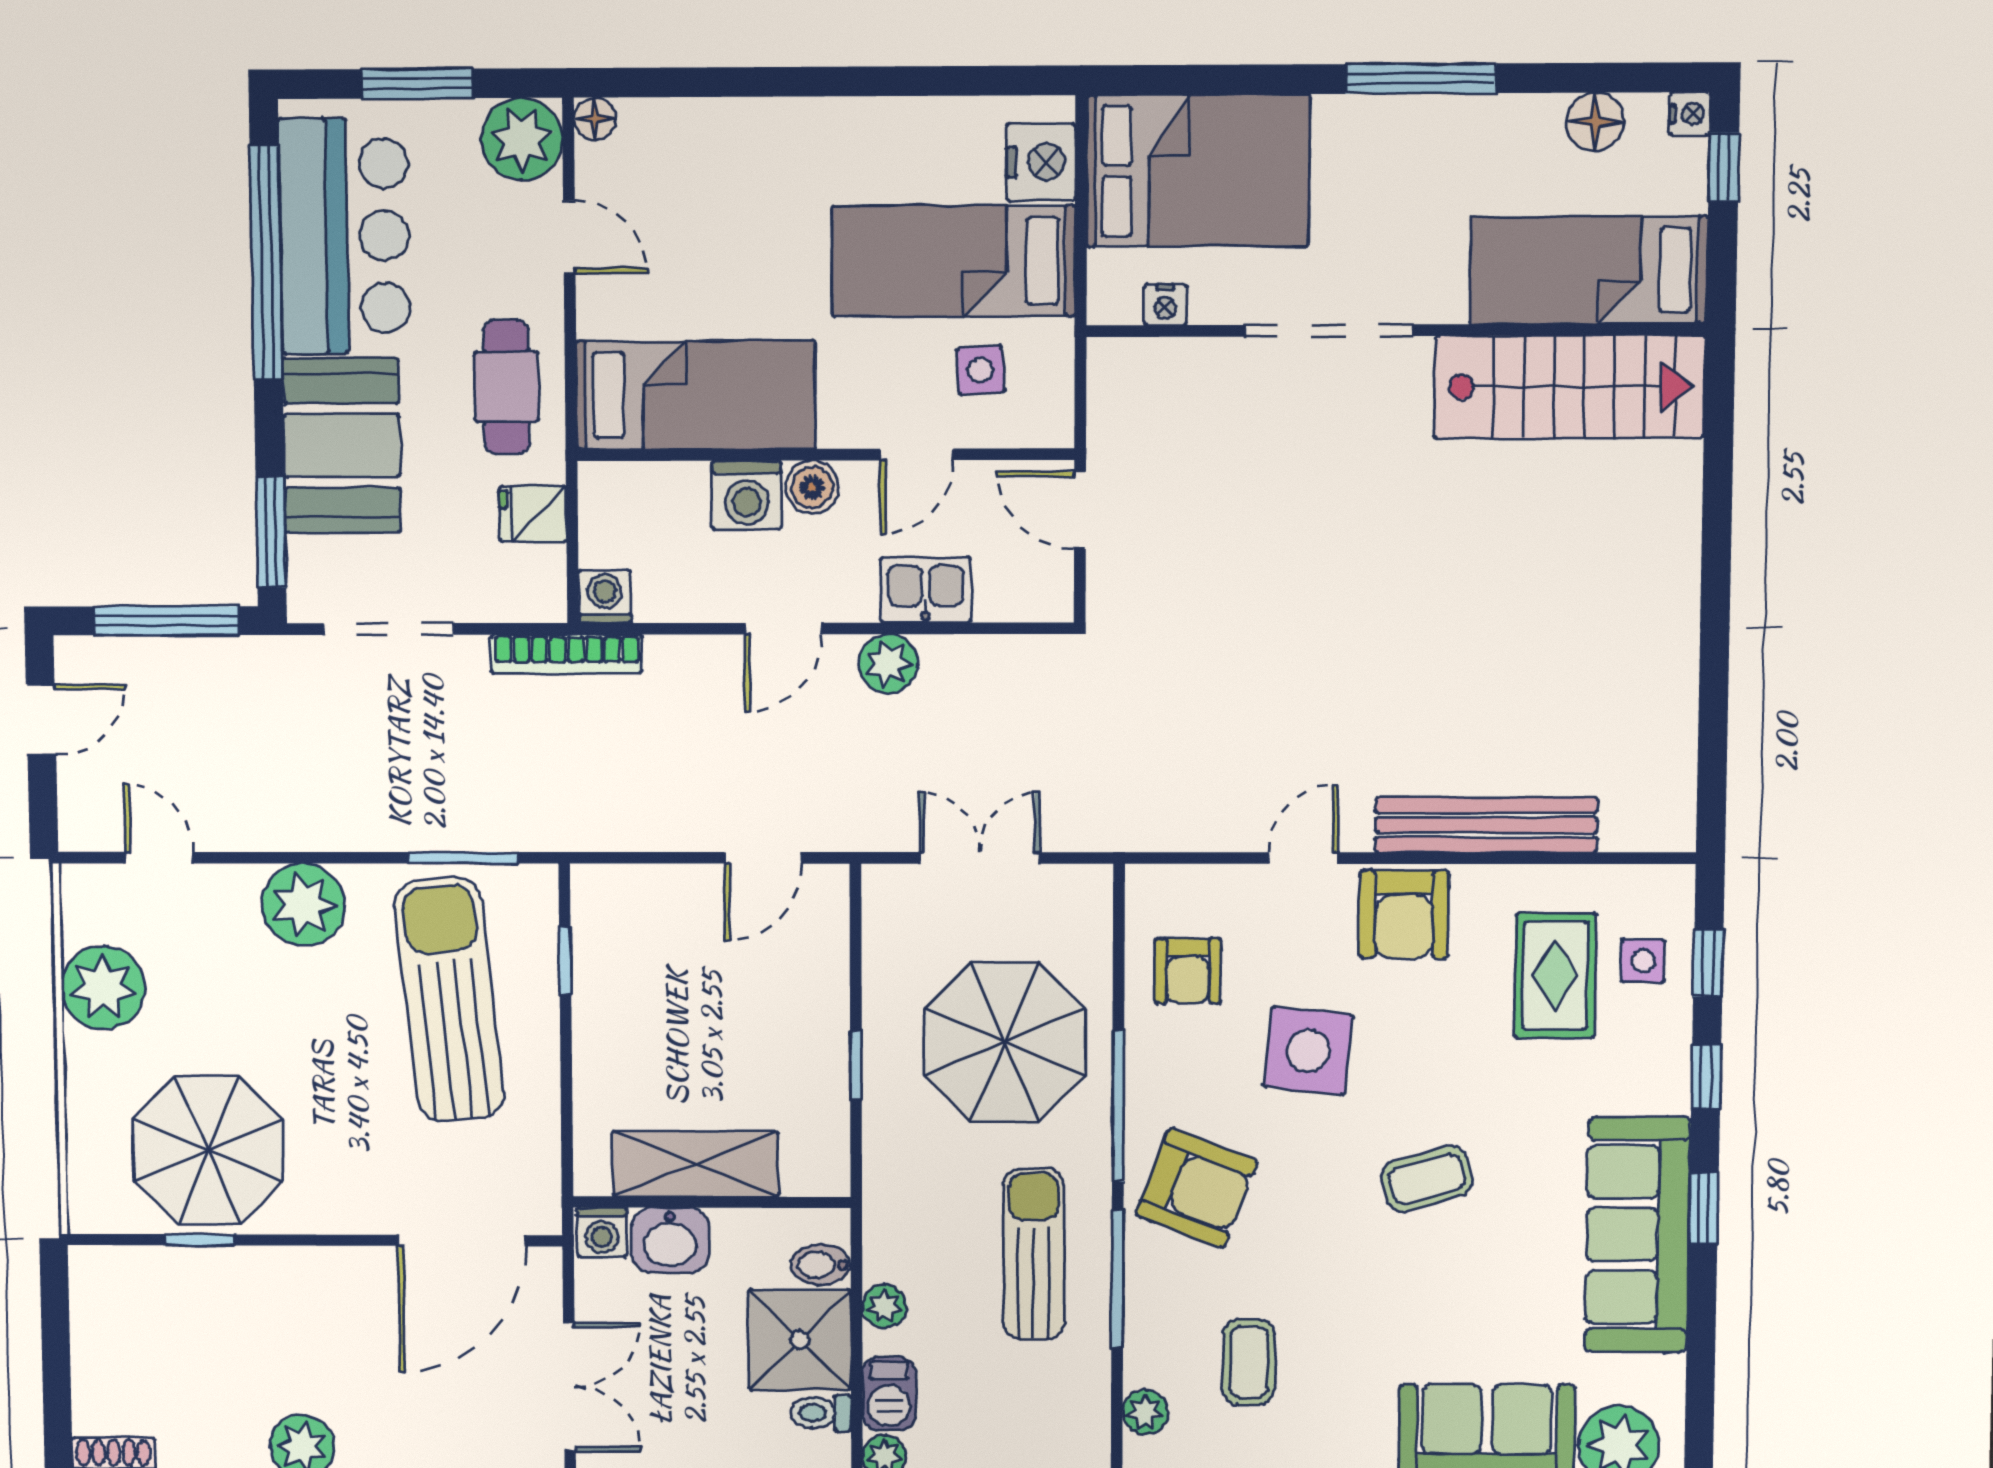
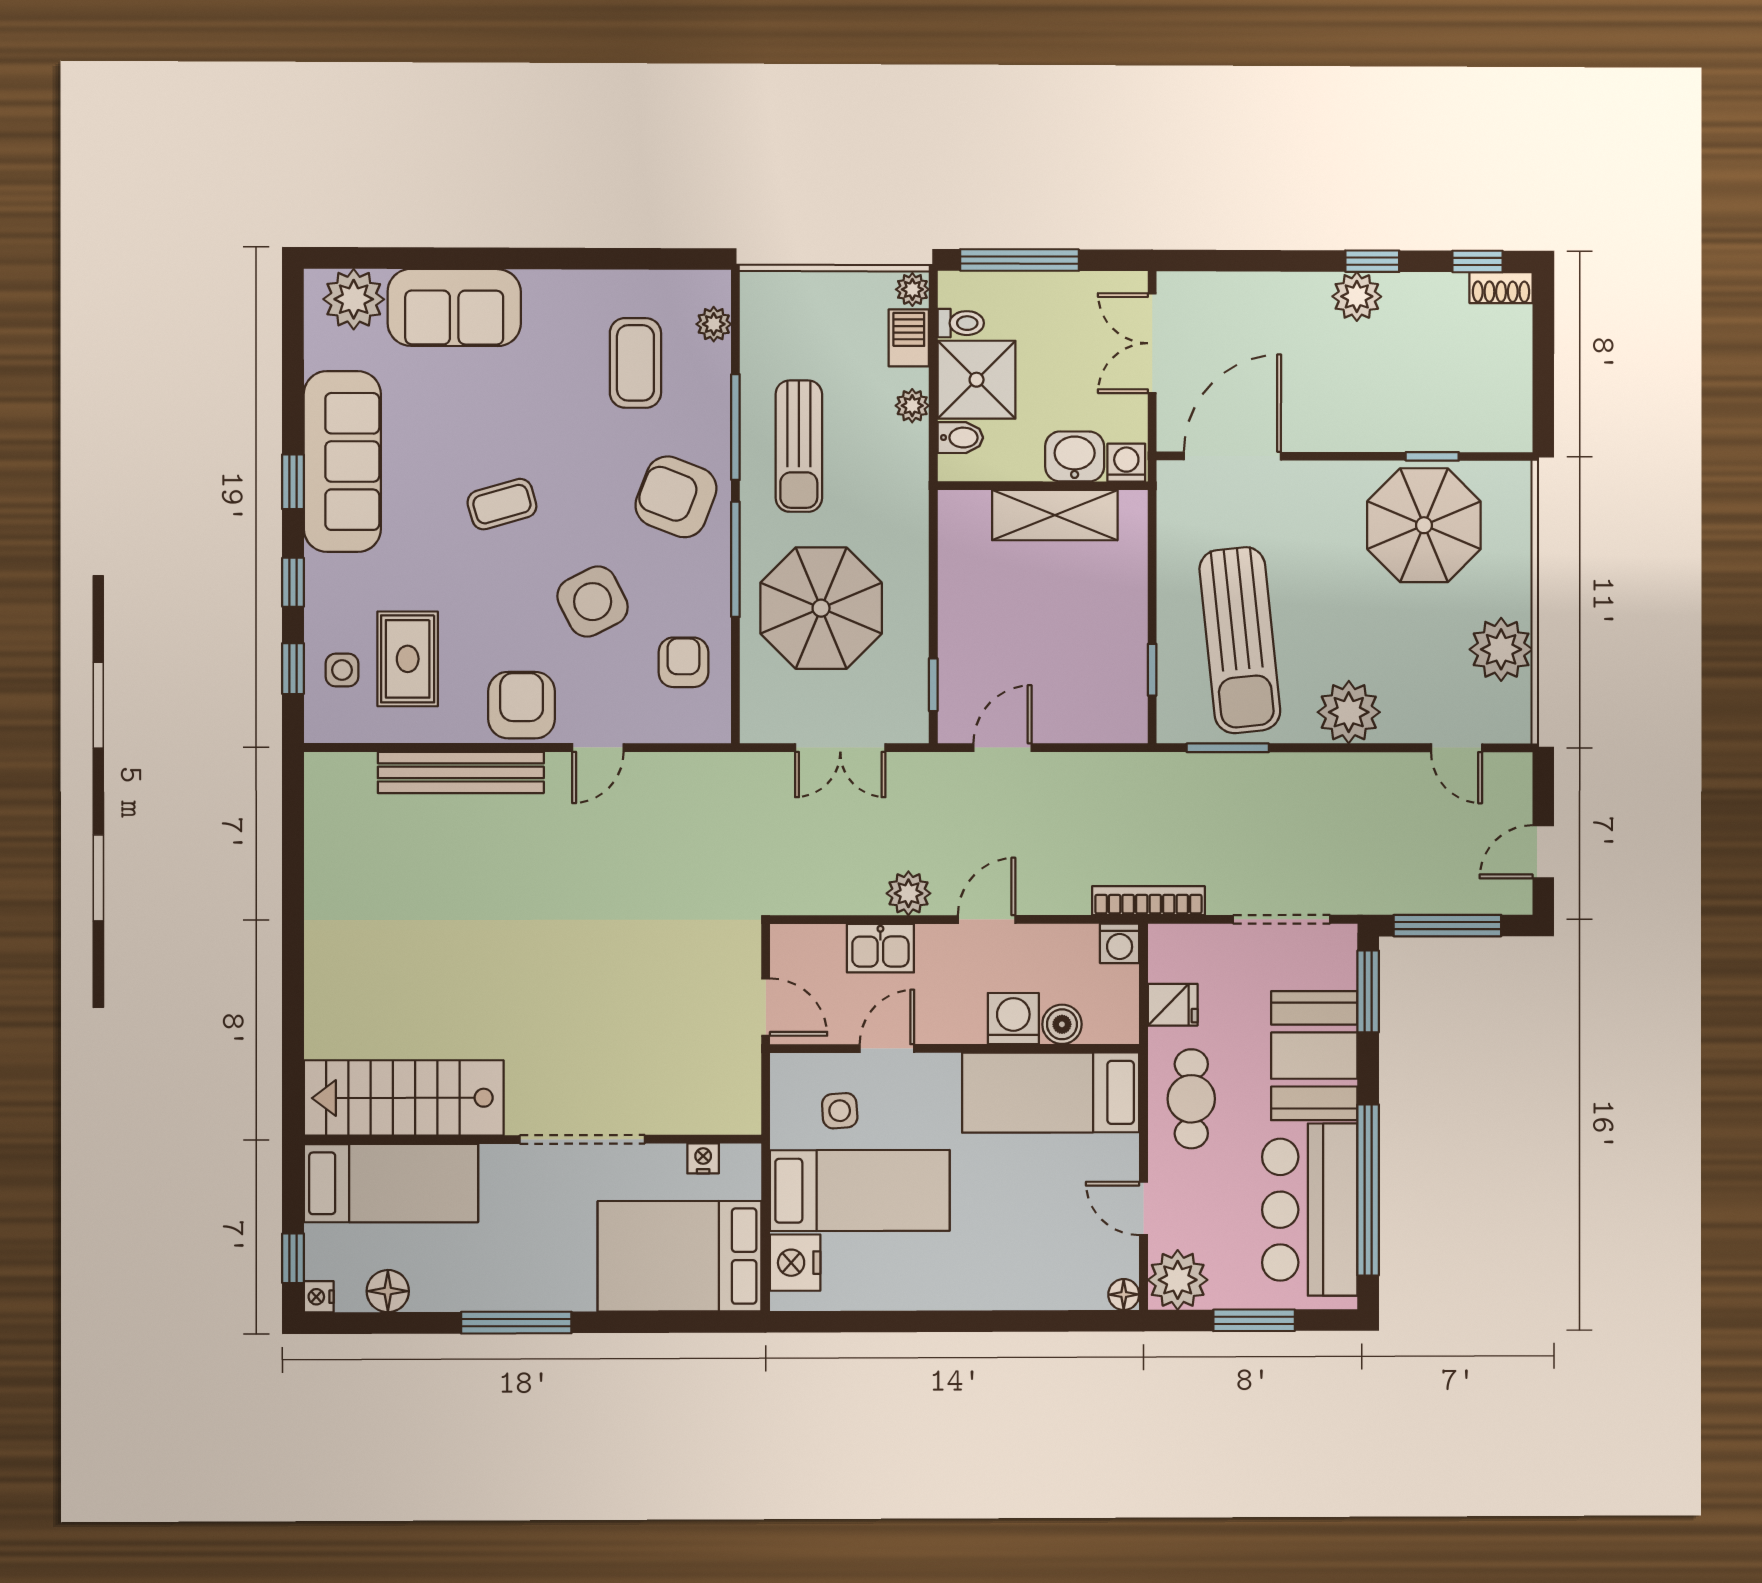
boiler: (812, 487) -> (1062, 1024), moved
side table: (1308, 1051) -> (593, 602), turned -33
window: (856, 1066) -> (933, 685), moved
coffee table: (1249, 1362) -> (635, 363), width x1.36, depth x1.30

